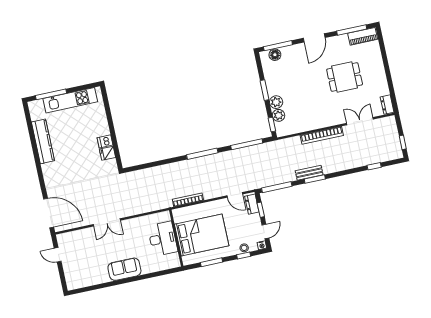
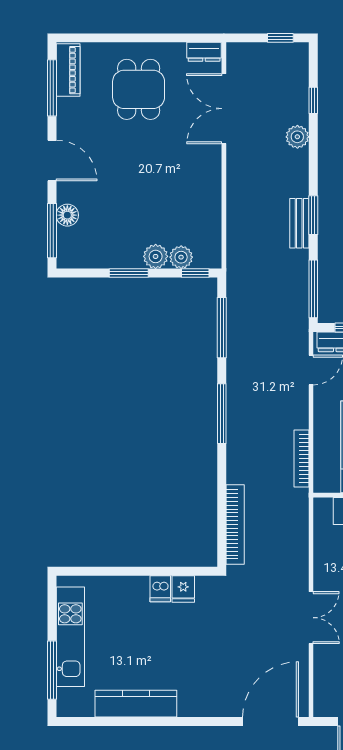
floor lamp: (275, 55) -> (67, 215), moved
dining table: (345, 77) -> (139, 89), moved
double door: (360, 121) -> (224, 109), width x1.37
bookcase: (322, 135) -> (235, 524), moved
plant: (354, 162) -> (297, 137), added

